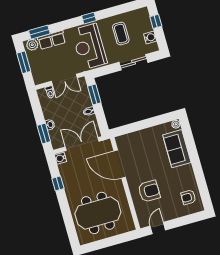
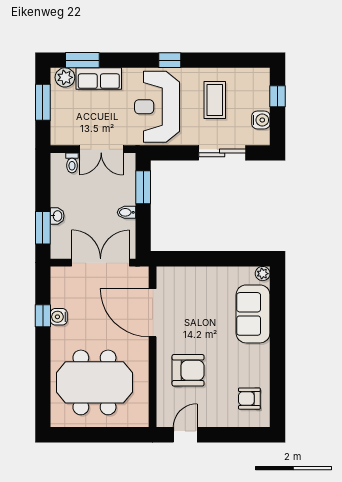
water cooler: (61, 158) -> (59, 317), moved

